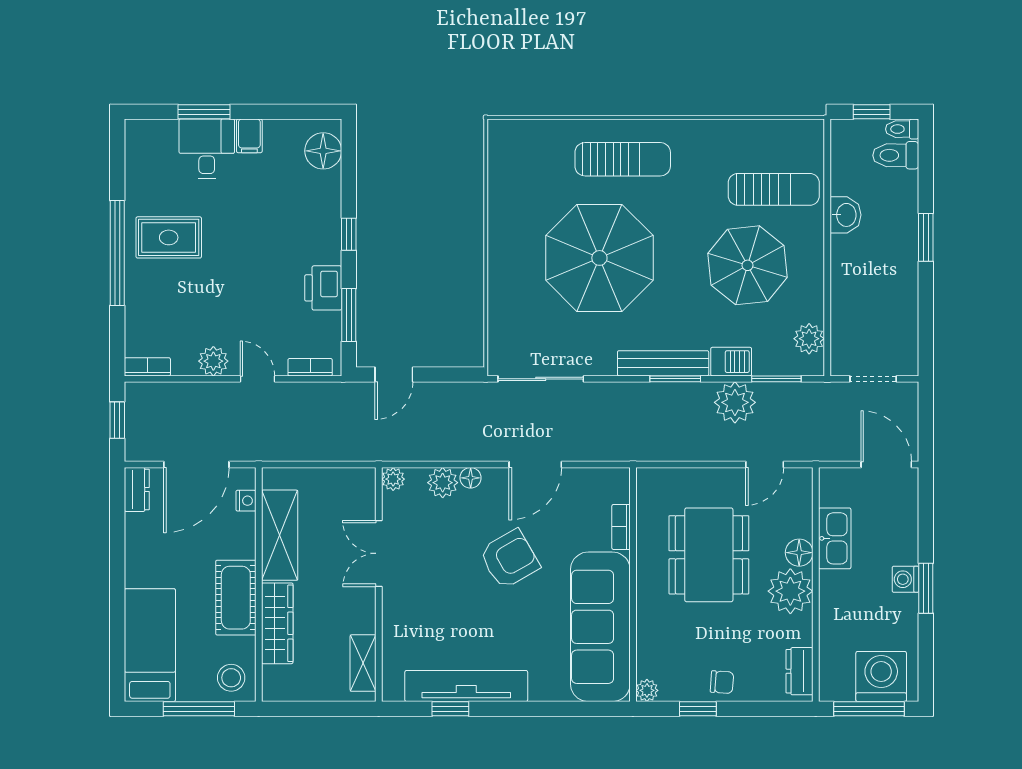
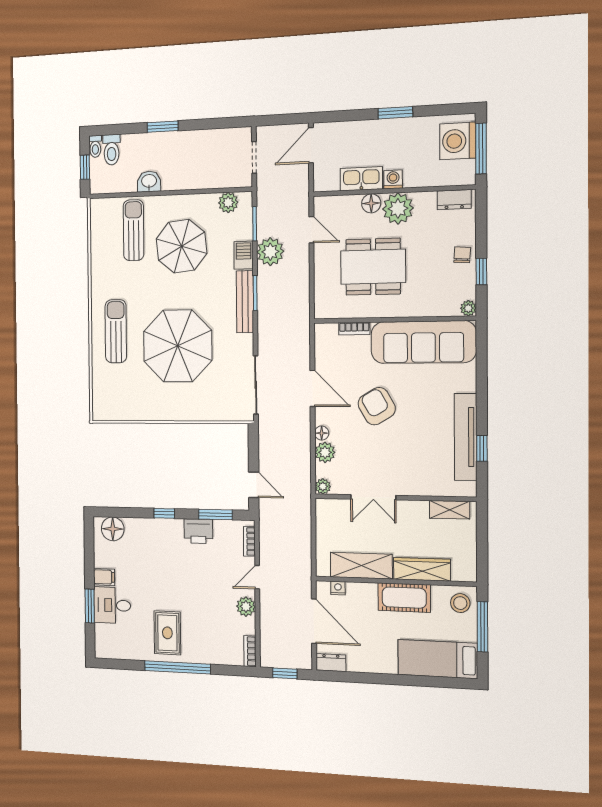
washing machine: (905, 579) -> (393, 179), moved, turned 180

